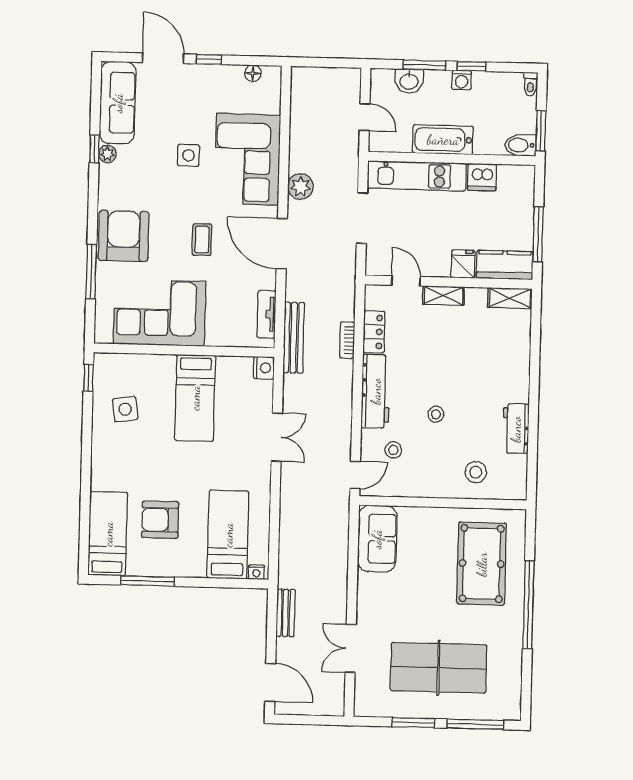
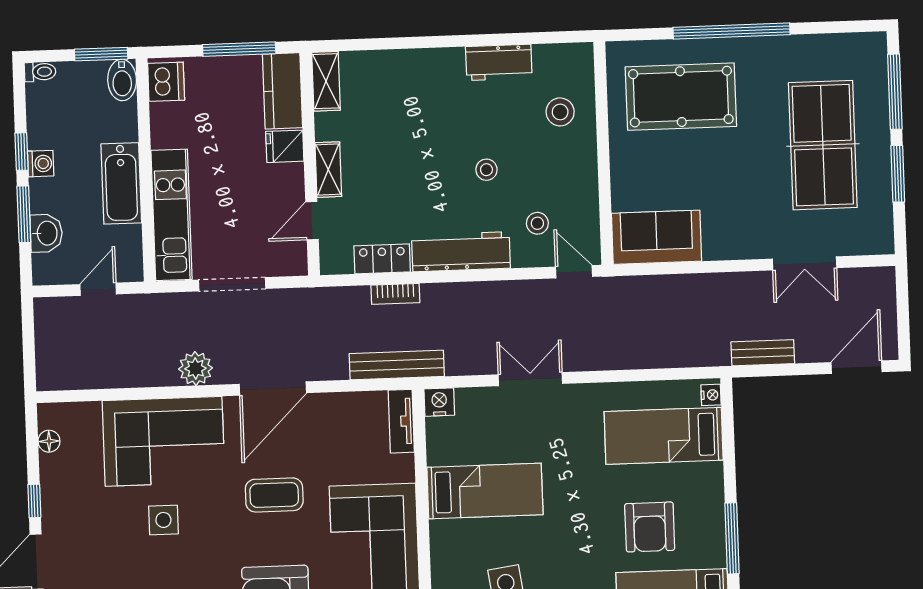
dishwasher: (482, 177) -> (166, 82), moved
coffee table: (202, 240) -> (274, 495), width x1.36, depth x1.30
tv unit: (266, 314) -> (401, 421), moved, turned 90

